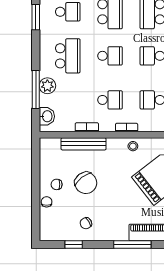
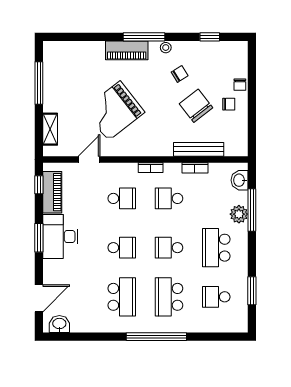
stool: (133, 146) -> (166, 48), moved
chair: (86, 223) -> (180, 74), moved

